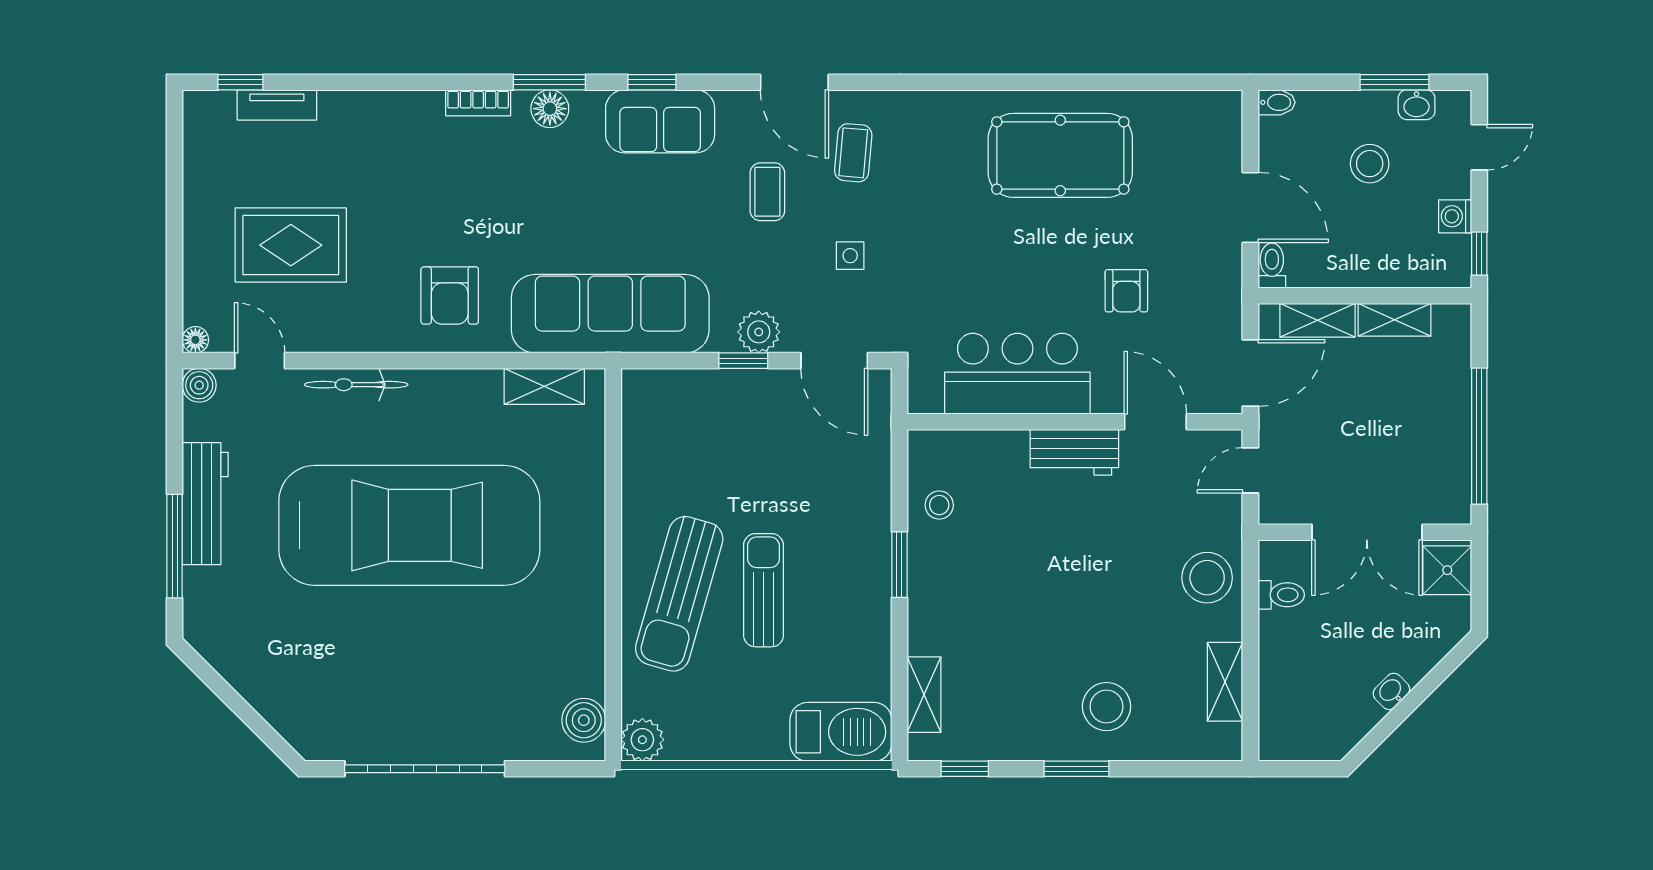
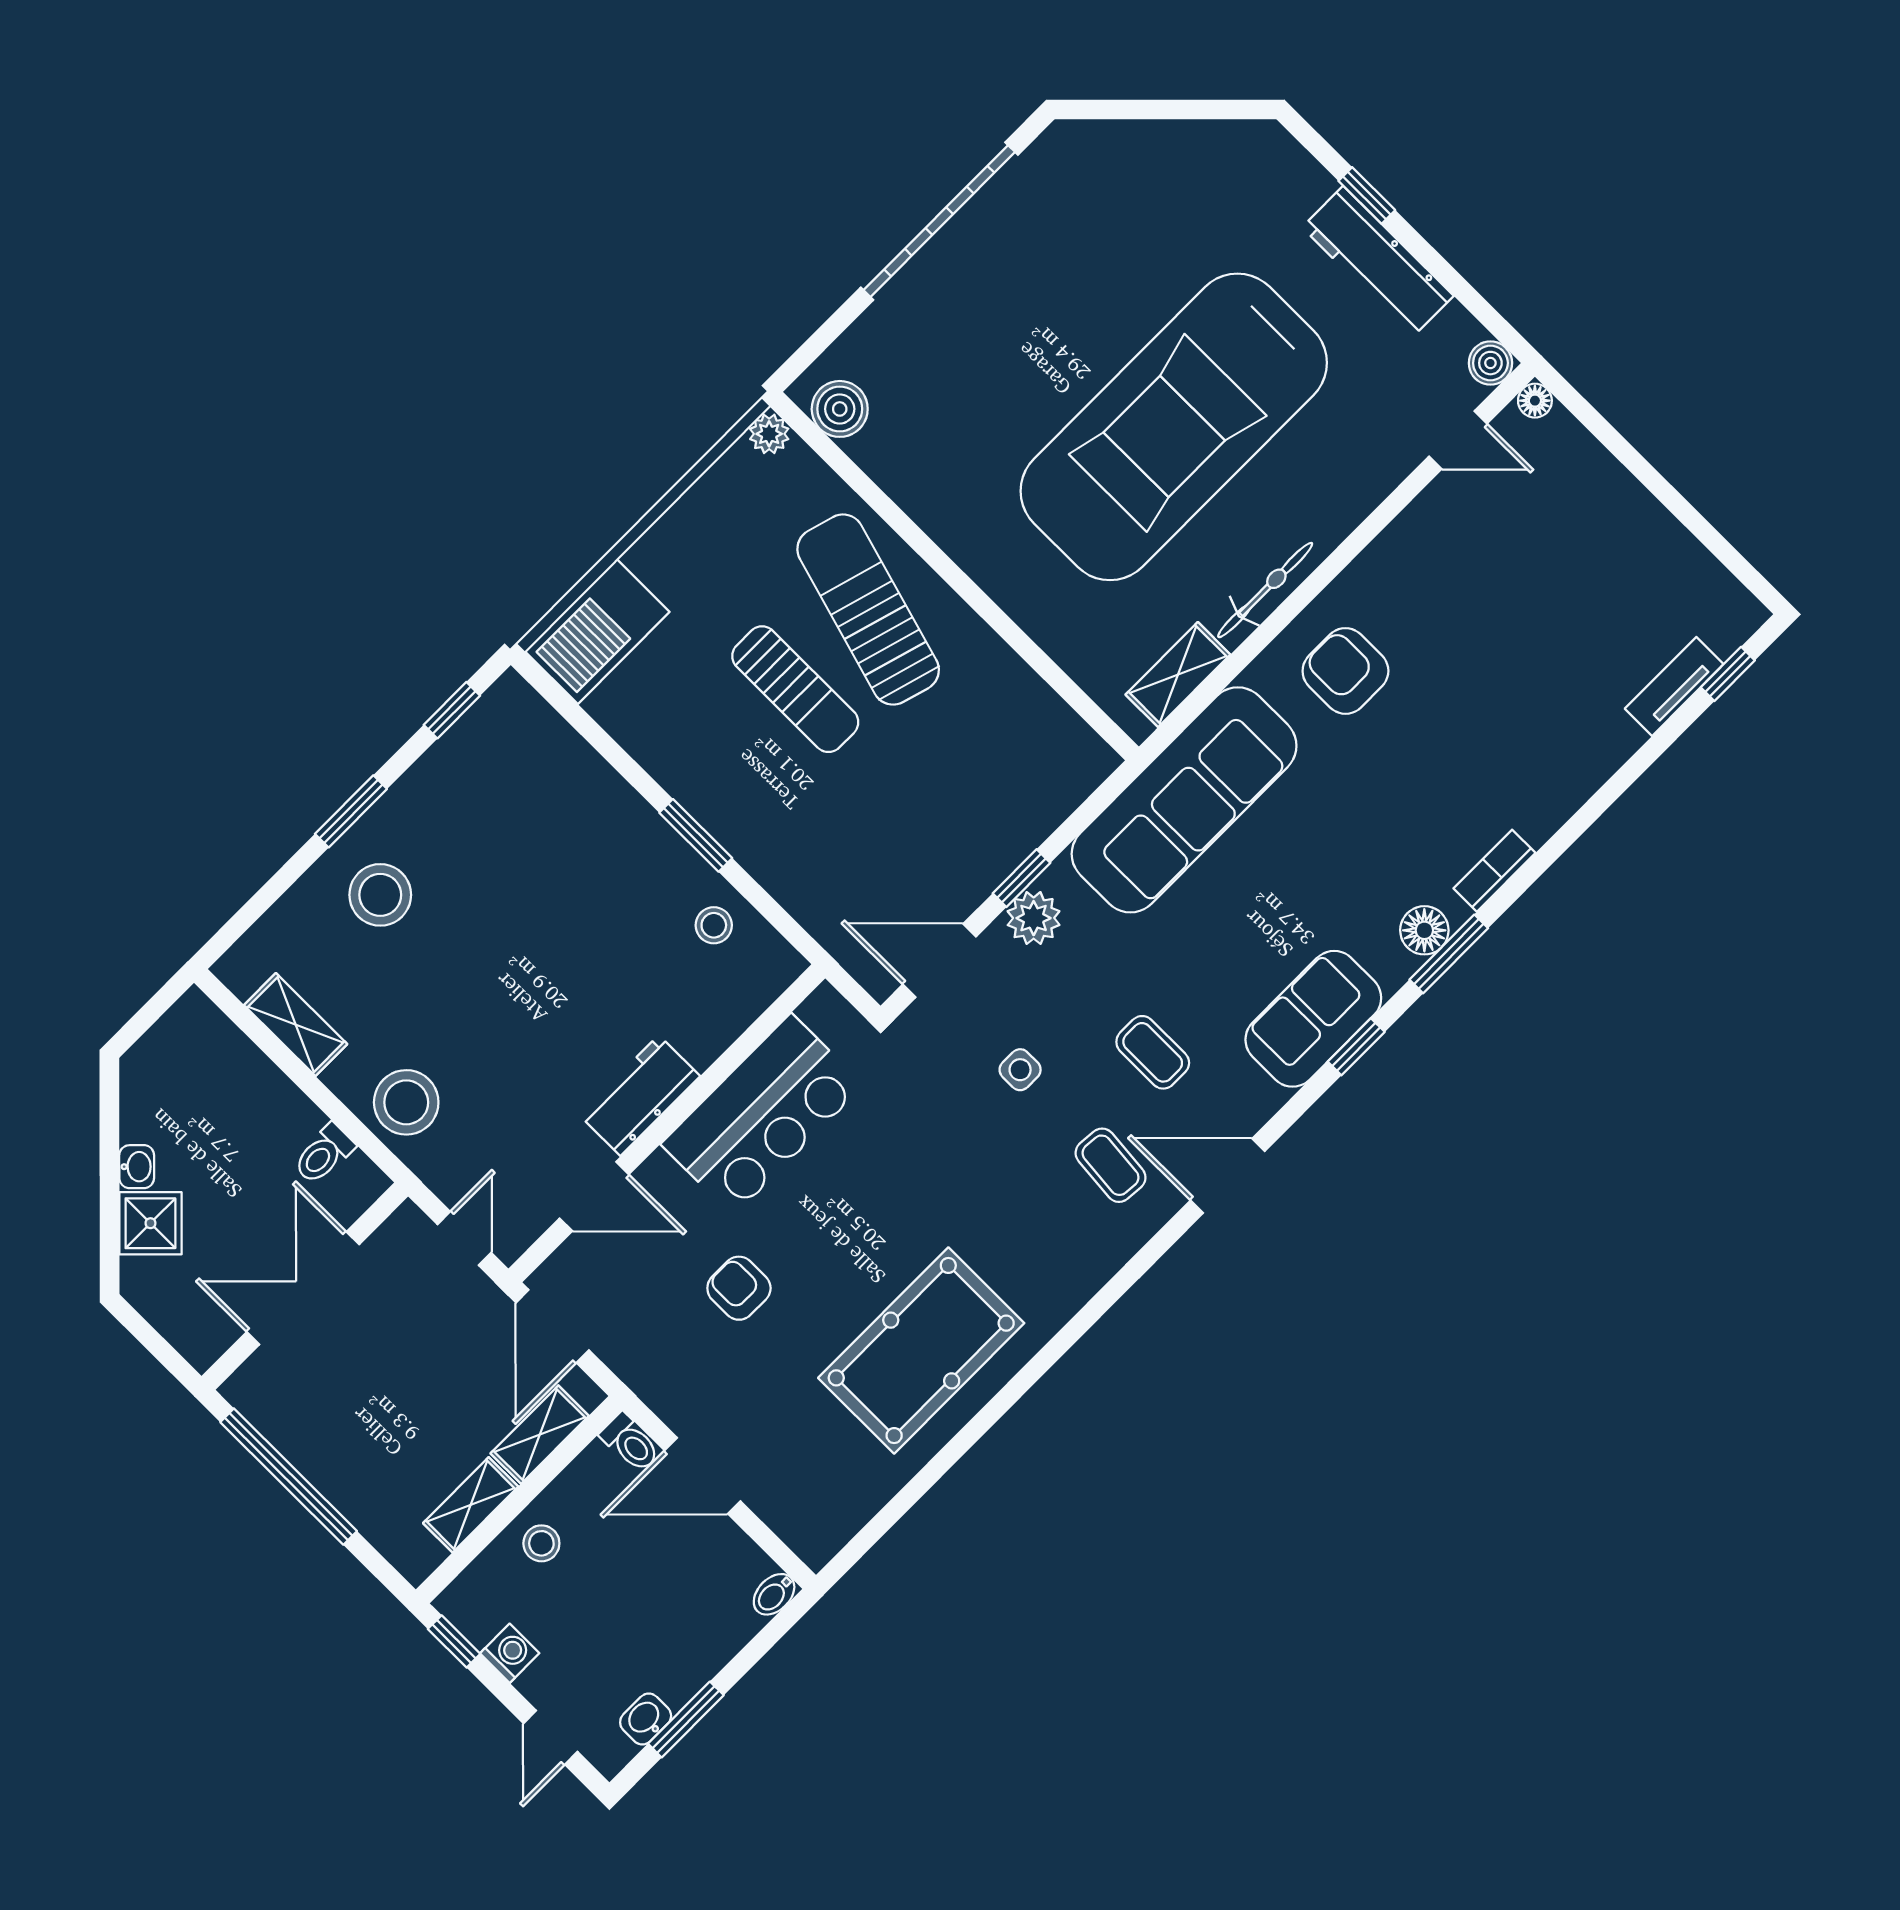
stool: (1370, 164) -> (541, 1543), moved, width x0.73, depth x0.73
rug: (291, 245) -> (1535, 573), removed
bicycle: (356, 385) -> (1265, 590), moved
window: (175, 546) -> (1367, 196), width x0.46
shower: (1447, 570) -> (150, 1223), moved, turned 45
shelving: (924, 695) -> (556, 740), removed
plant: (642, 740) -> (769, 434), width x0.73, depth x0.73

